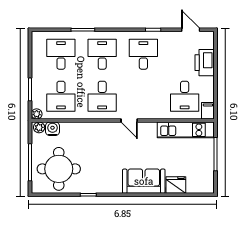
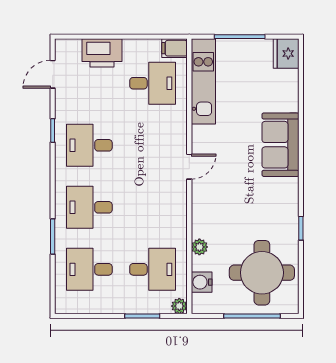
desk: (102, 96) -> (153, 207), removed
plant: (39, 127) -> (199, 247), moved
fridge: (176, 185) -> (286, 54), moved

